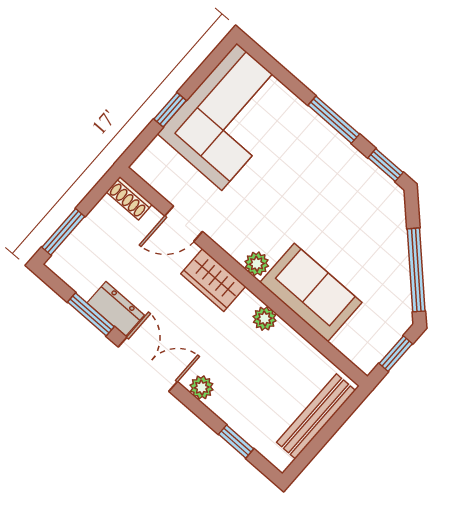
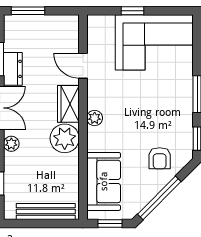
shoe rack: (129, 198) -> (72, 28), removed
armchair: (370, 229) -> (160, 158), added
sofa: (311, 293) -> (104, 181), moved
plant: (265, 319) -> (65, 138), width x1.87, depth x1.87

